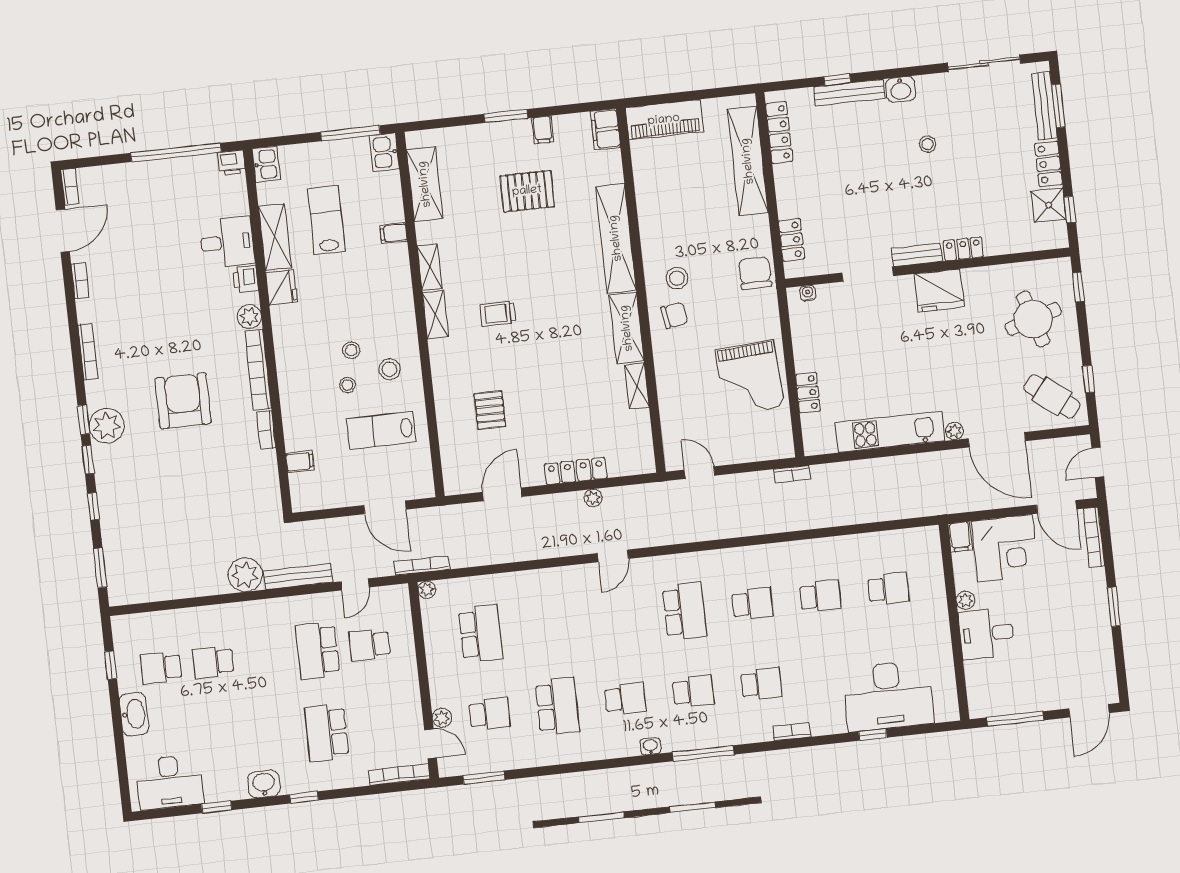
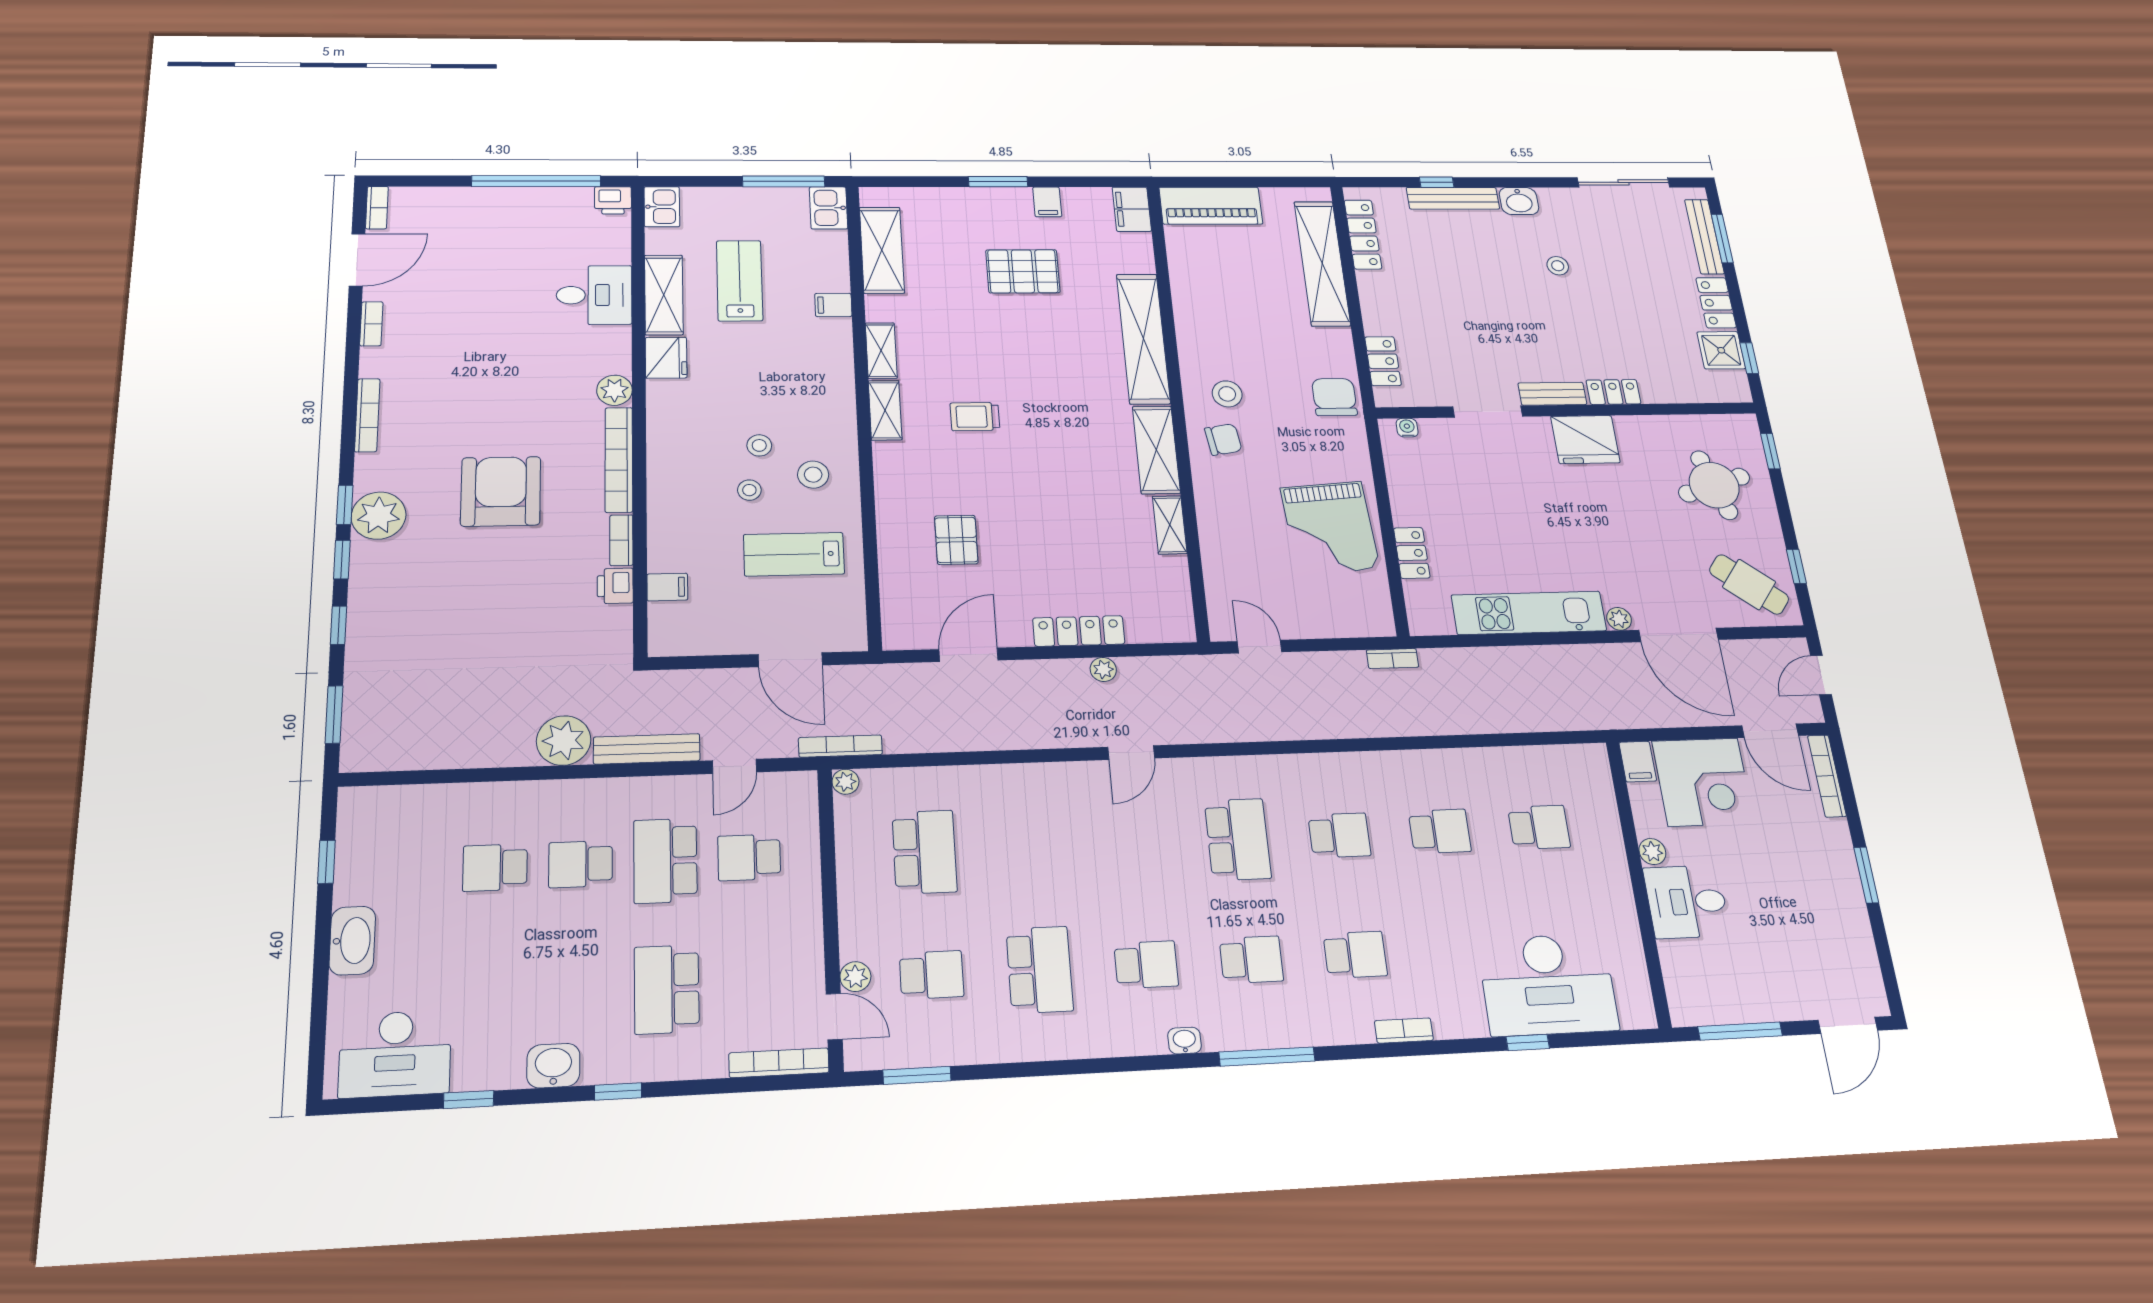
printer: (245, 279) -> (615, 586), moved
school desk: (161, 668) -> (581, 864), moved

